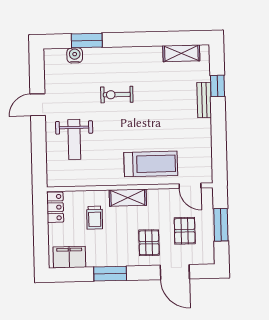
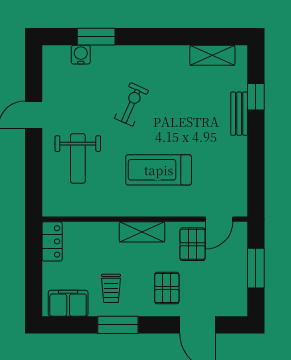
exercise bike: (117, 95) -> (132, 104), turned 114
treadmill: (151, 164) -> (159, 170), moved, turned 180
door: (190, 186) -> (219, 219), hinge flipped
trolley: (95, 218) -> (111, 288), moved
pallet: (185, 231) -> (193, 244), moved

